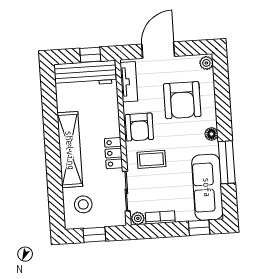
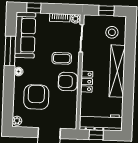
tv unit: (129, 82) -> (72, 113), removed
armchair: (139, 127) -> (68, 82), turned -90
locker: (114, 153) -> (87, 82), moved

